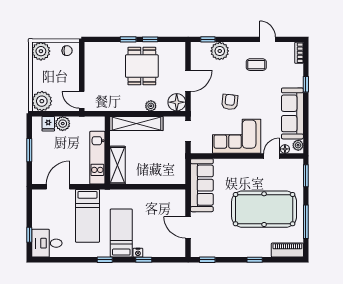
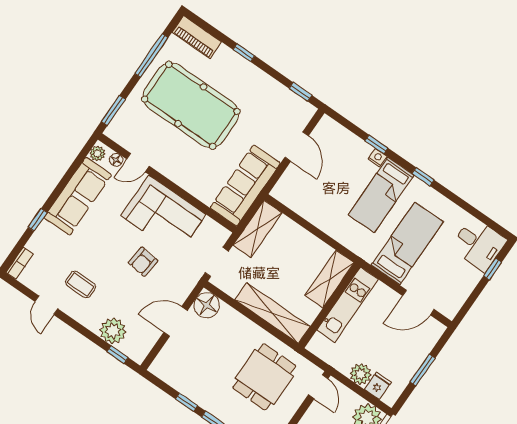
dining table: (142, 66) -> (264, 377), moved
plant: (151, 106) -> (241, 322), removed
shelving: (178, 165) -> (257, 229), added

